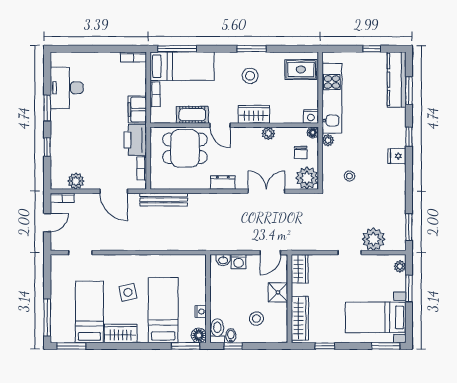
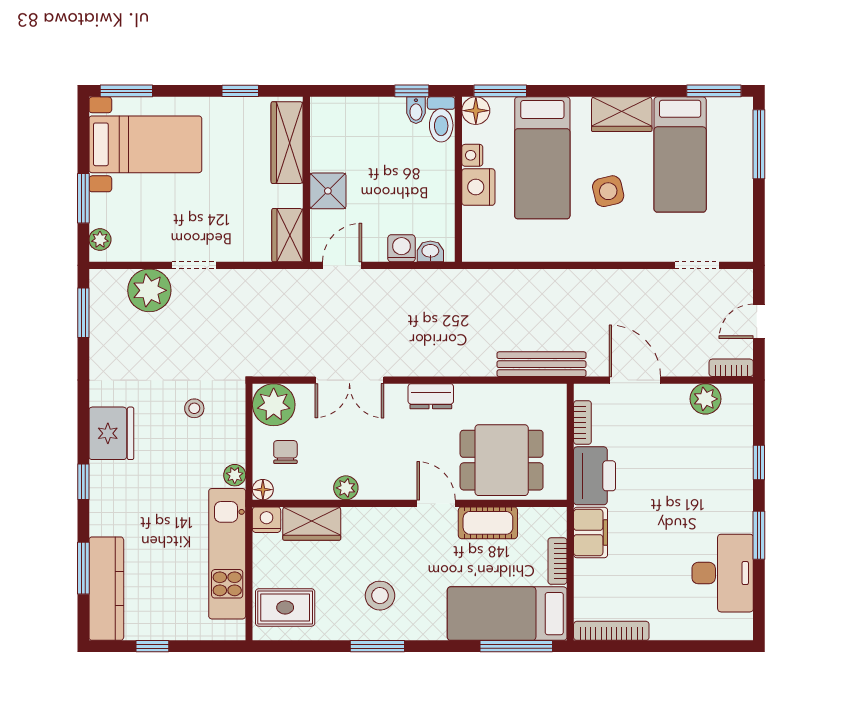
bookcase: (133, 57) -> (611, 631), width x1.56
wardrobe: (254, 114) -> (312, 524), moved
fridge: (397, 156) -> (111, 433), width x1.88, depth x1.34
nightstand: (197, 295) -> (478, 187), added
stool: (256, 319) -> (368, 142), removed

